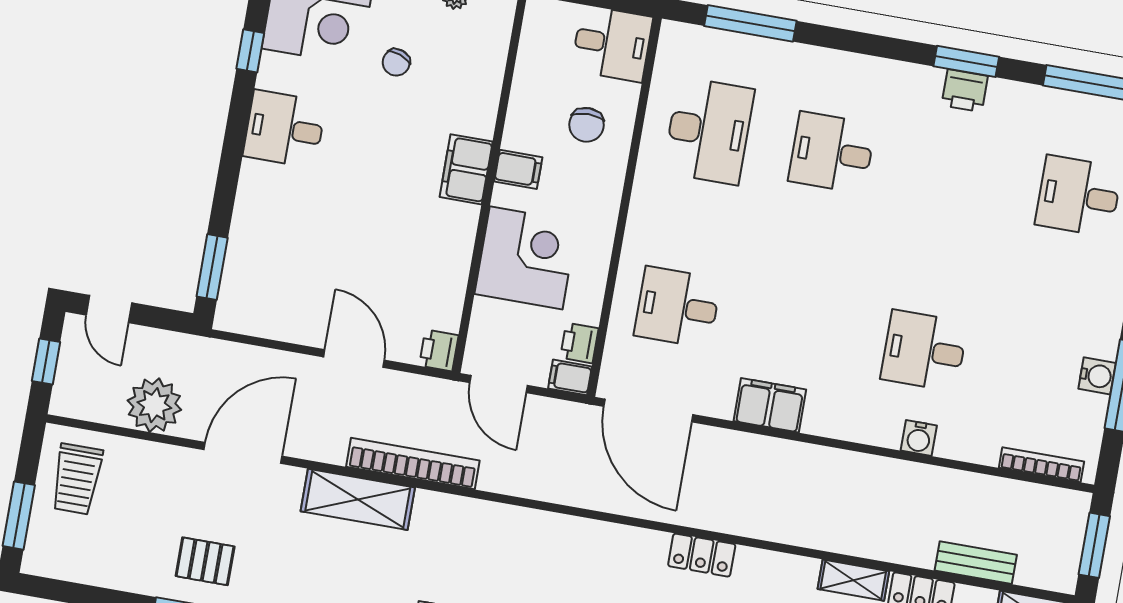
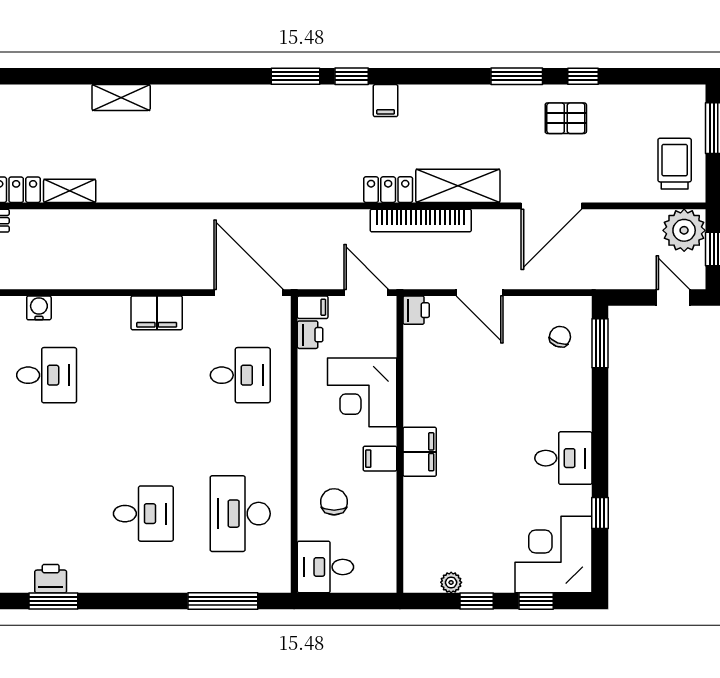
chair: (396, 62) -> (560, 337), moved
plant: (154, 405) -> (684, 230), moved
locker: (702, 555) -> (388, 190), moved

